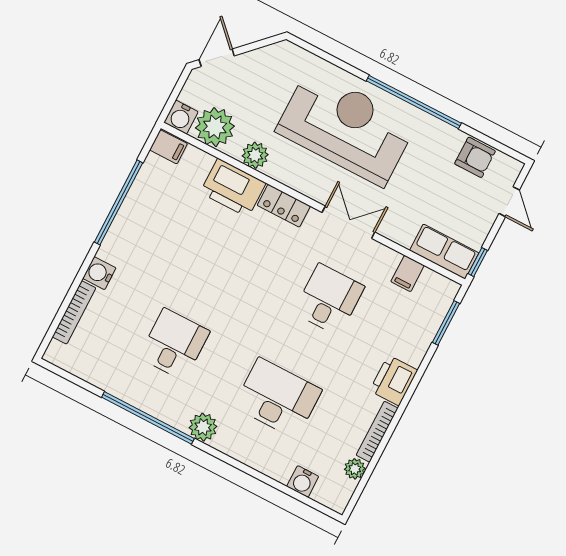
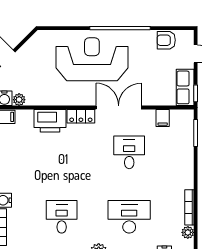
plant: (215, 127) -> (19, 100), width x0.53, depth x0.53
plant: (255, 155) -> (53, 98), removed
armchair: (475, 157) -> (166, 40), turned 180
double door: (348, 222) -> (119, 107), width x1.37
row of seats: (444, 252) -> (185, 87), moved, turned -90
printer: (394, 380) -> (184, 177), removed

